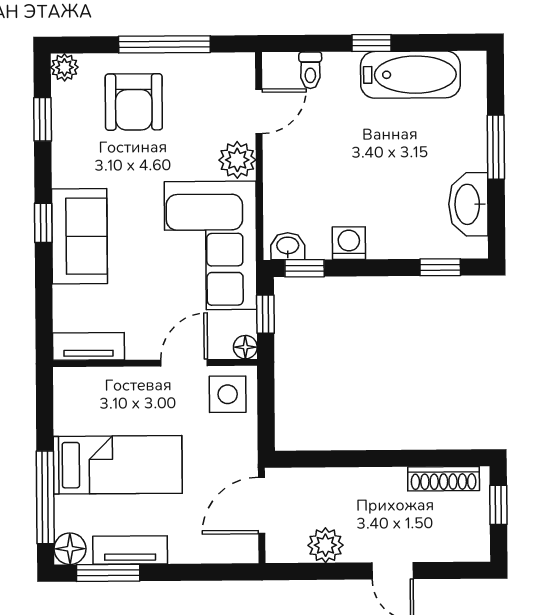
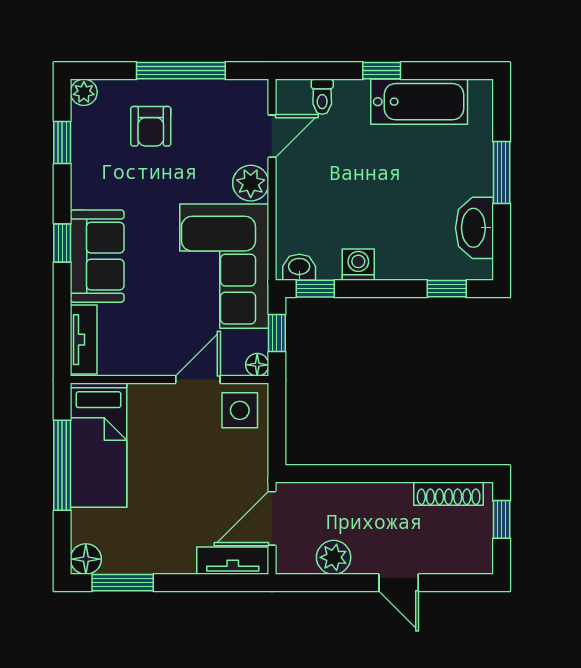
armchair: (134, 102) -> (151, 126), width x0.72, depth x0.72
tv unit: (88, 346) -> (84, 340), moved, turned 90
bed: (118, 465) -> (99, 445), moved, turned 90
window: (45, 497) -> (62, 465), moved
tv unit: (130, 550) -> (233, 561), moved

